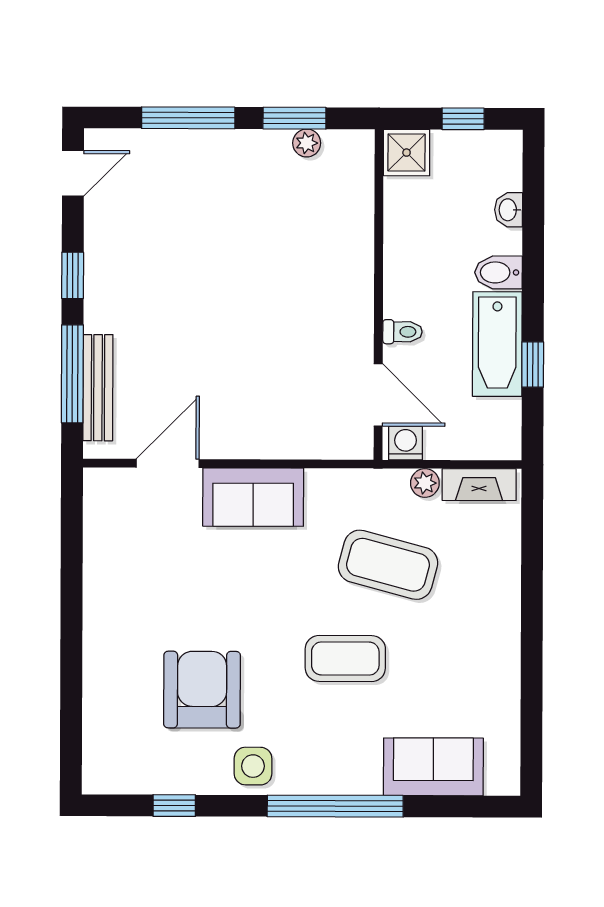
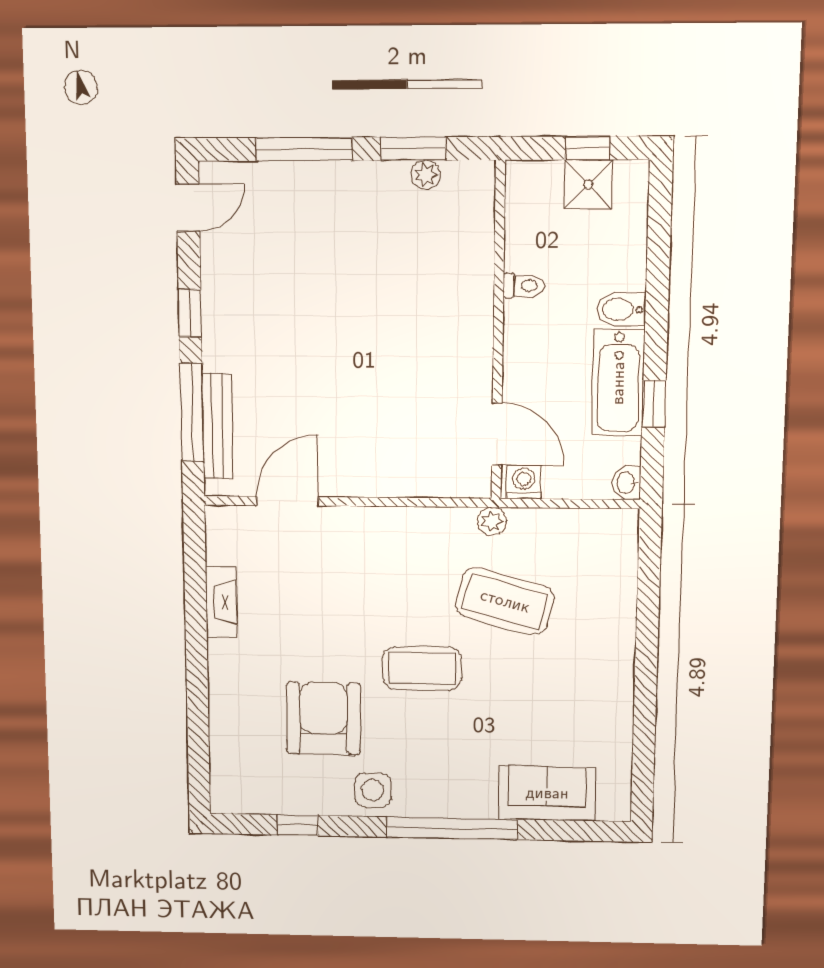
shower: (407, 153) -> (588, 184), moved
washbasin: (509, 210) -> (627, 483), moved
toilet: (402, 332) -> (523, 286), moved
plant: (425, 483) -> (492, 521), moved
fireplace: (479, 485) -> (221, 602), moved, turned -90
sofa: (253, 497) -> (372, 535), removed
coffee table: (345, 659) -> (422, 668), moved

